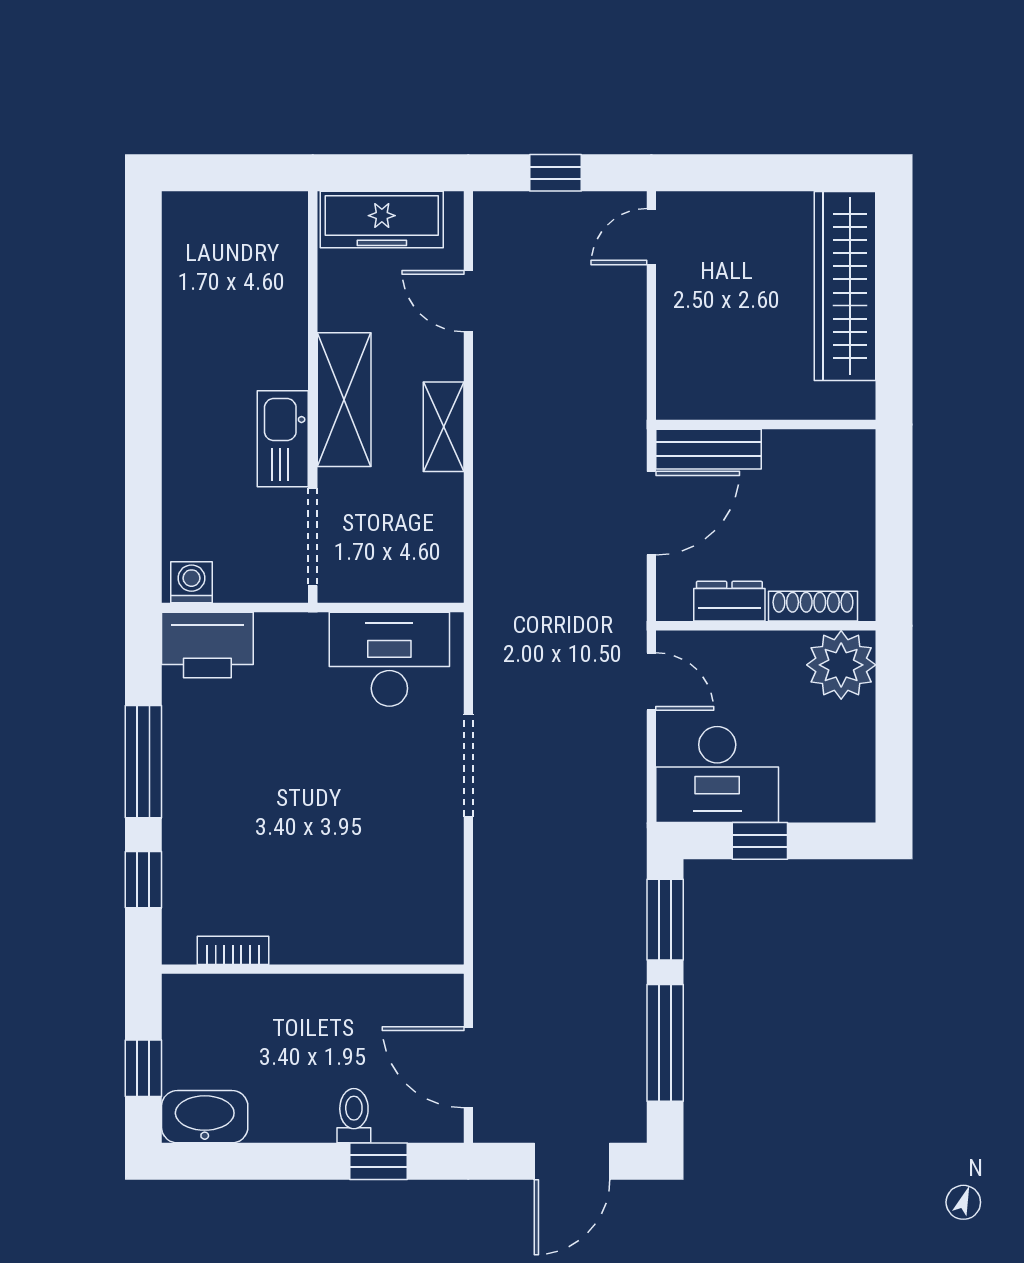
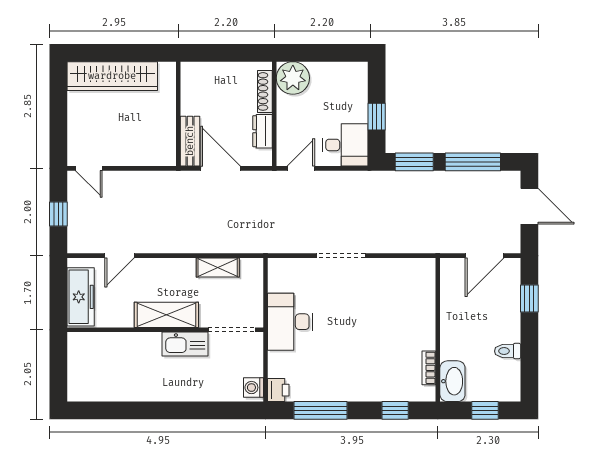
shelving: (444, 427) -> (218, 267), moved
printer: (207, 645) -> (278, 390), width x0.53, depth x0.68
desk: (389, 659) -> (290, 322), moved
window: (143, 762) -> (321, 410), moved
desk: (717, 775) -> (345, 145), width x0.73
toilet: (354, 1116) -> (508, 351), moved
washbasin: (205, 1117) -> (452, 381), moved, turned 180

